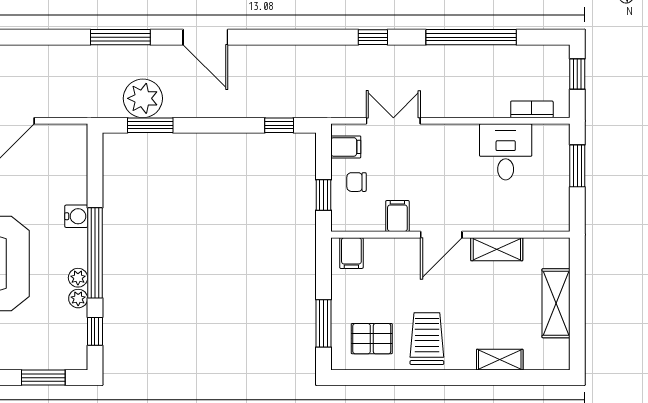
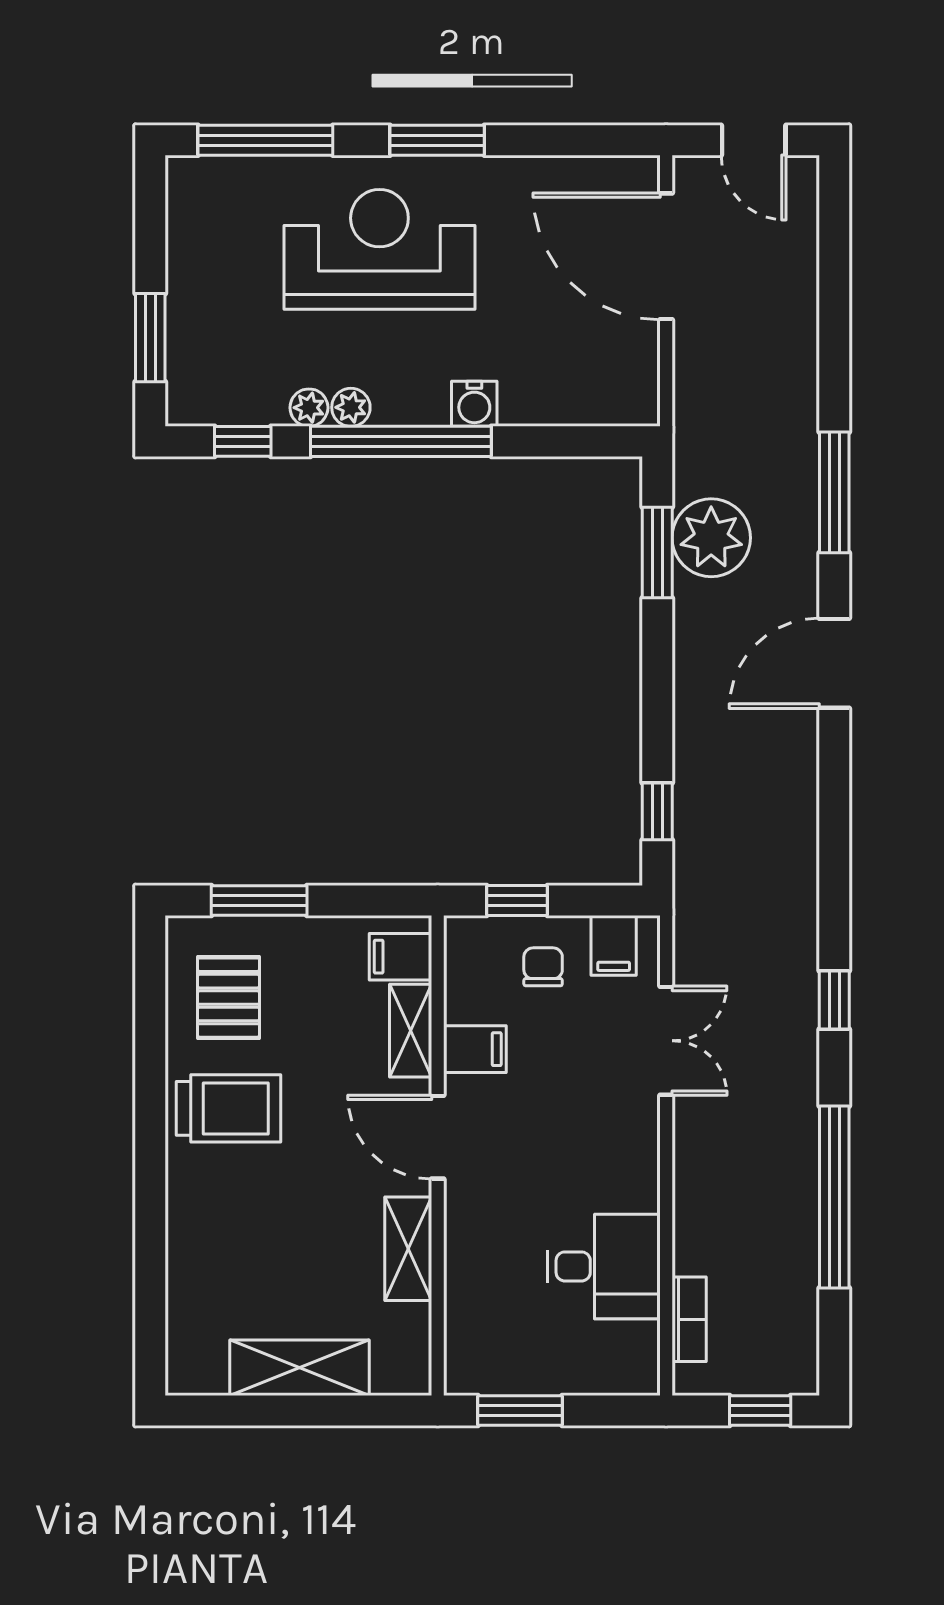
window: (577, 166) -> (520, 1410), moved
shelving: (500, 360) -> (411, 1031), moved

